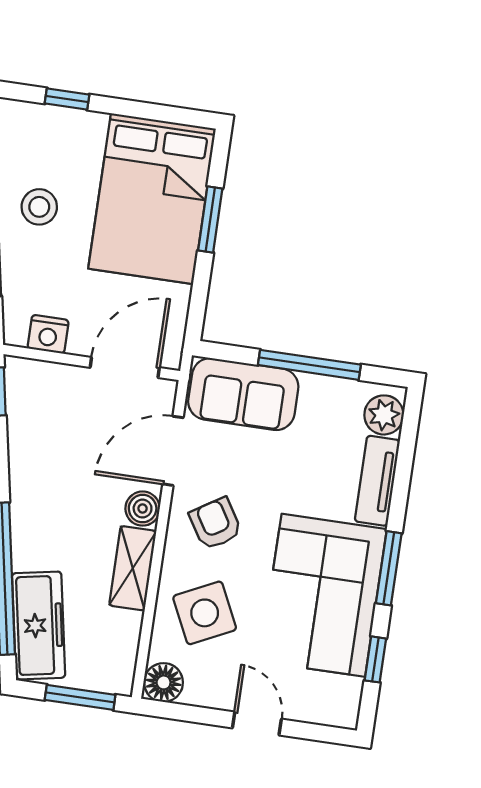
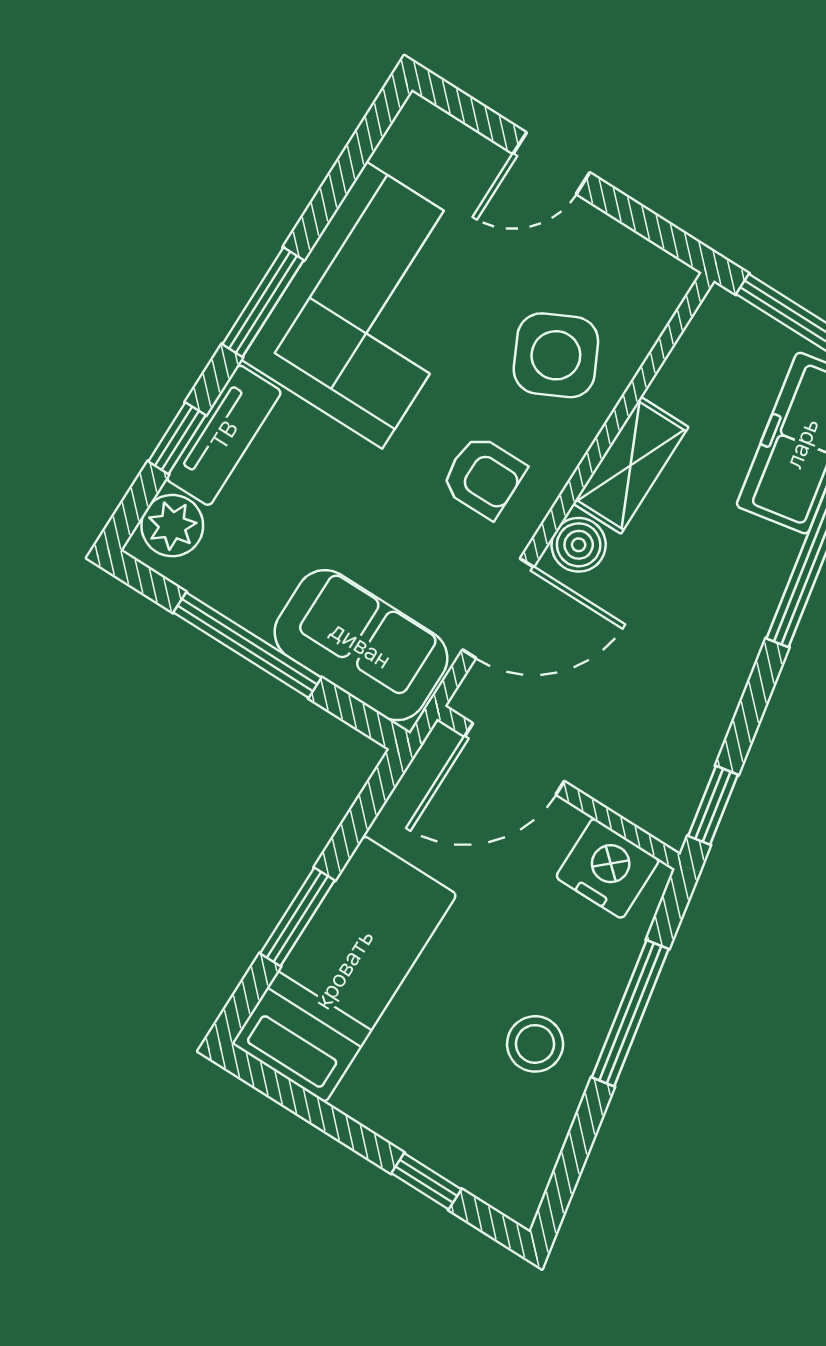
bed: (152, 199) -> (344, 969), width x0.67
nightstand: (48, 334) -> (608, 868), width x1.36, depth x1.33
armchair: (216, 524) -> (483, 477), turned -58
window: (375, 659) -> (177, 438), moved
floor lamp: (164, 682) -> (659, 282), removed
door: (257, 724) -> (551, 163), hinge flipped

